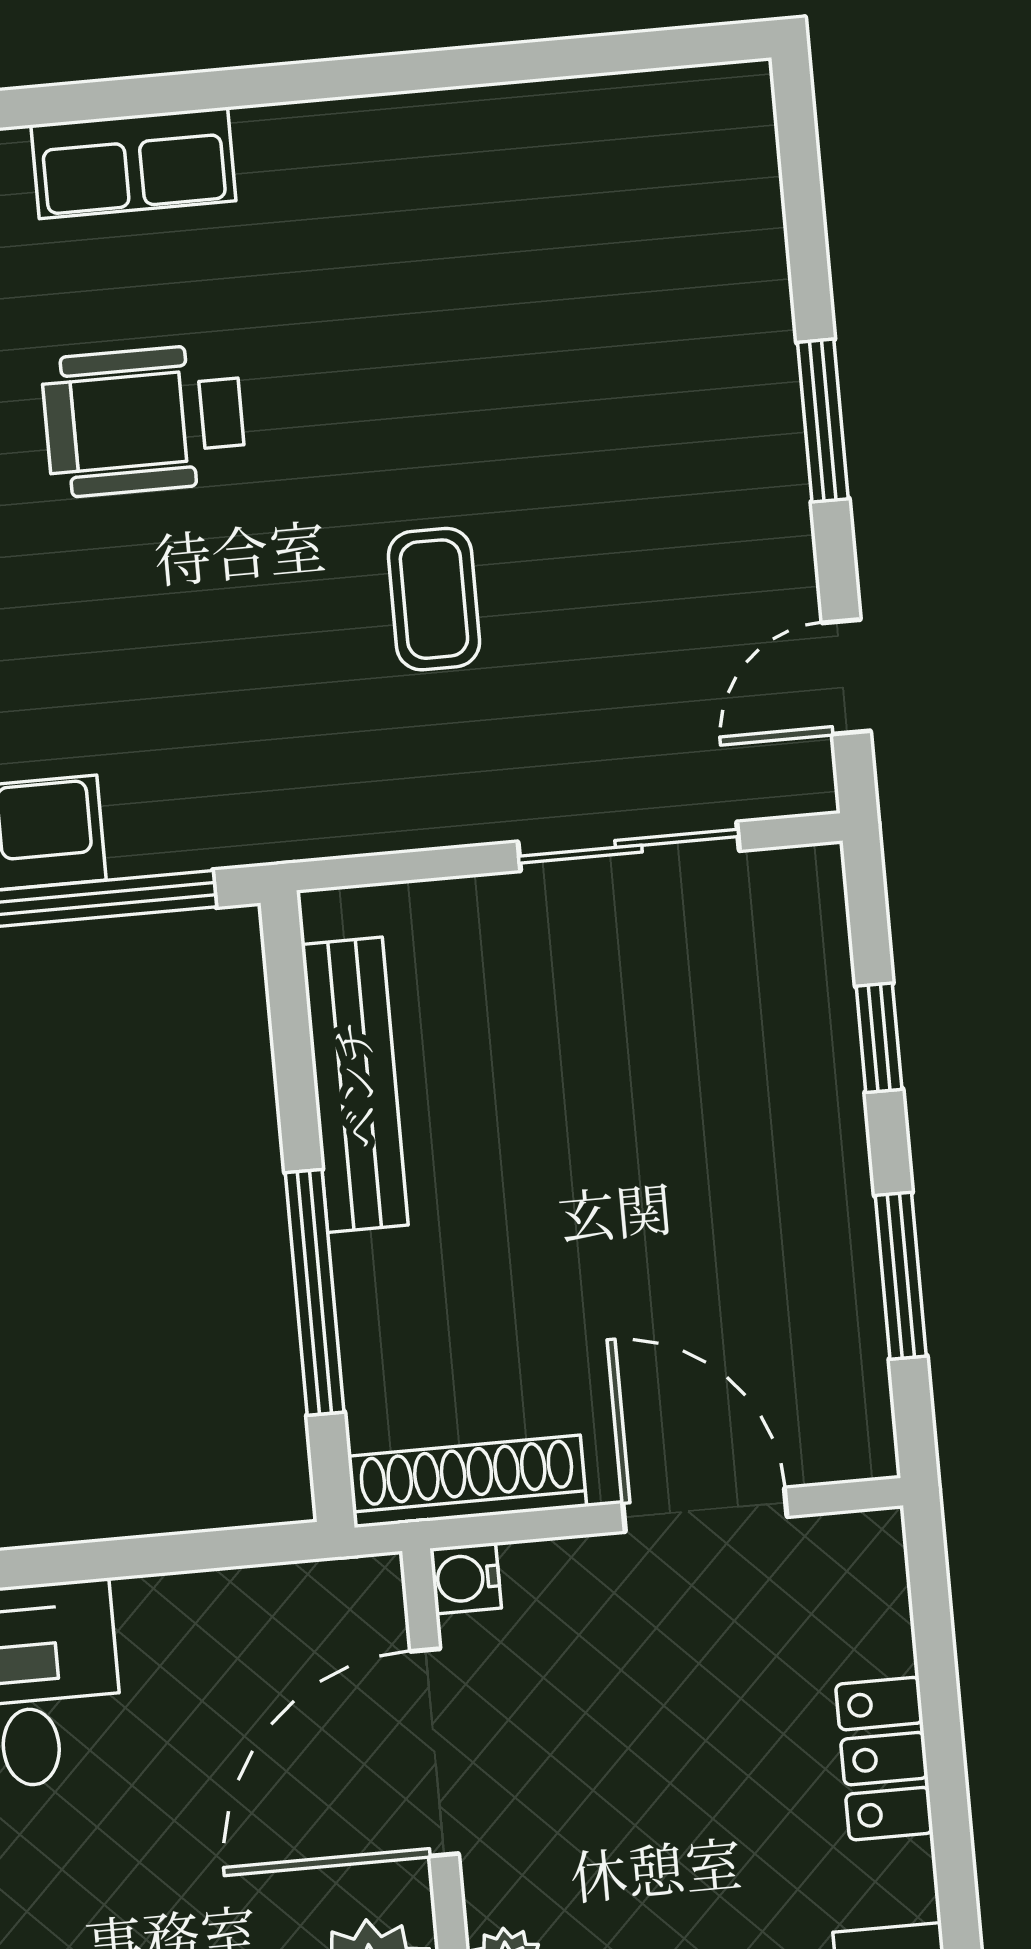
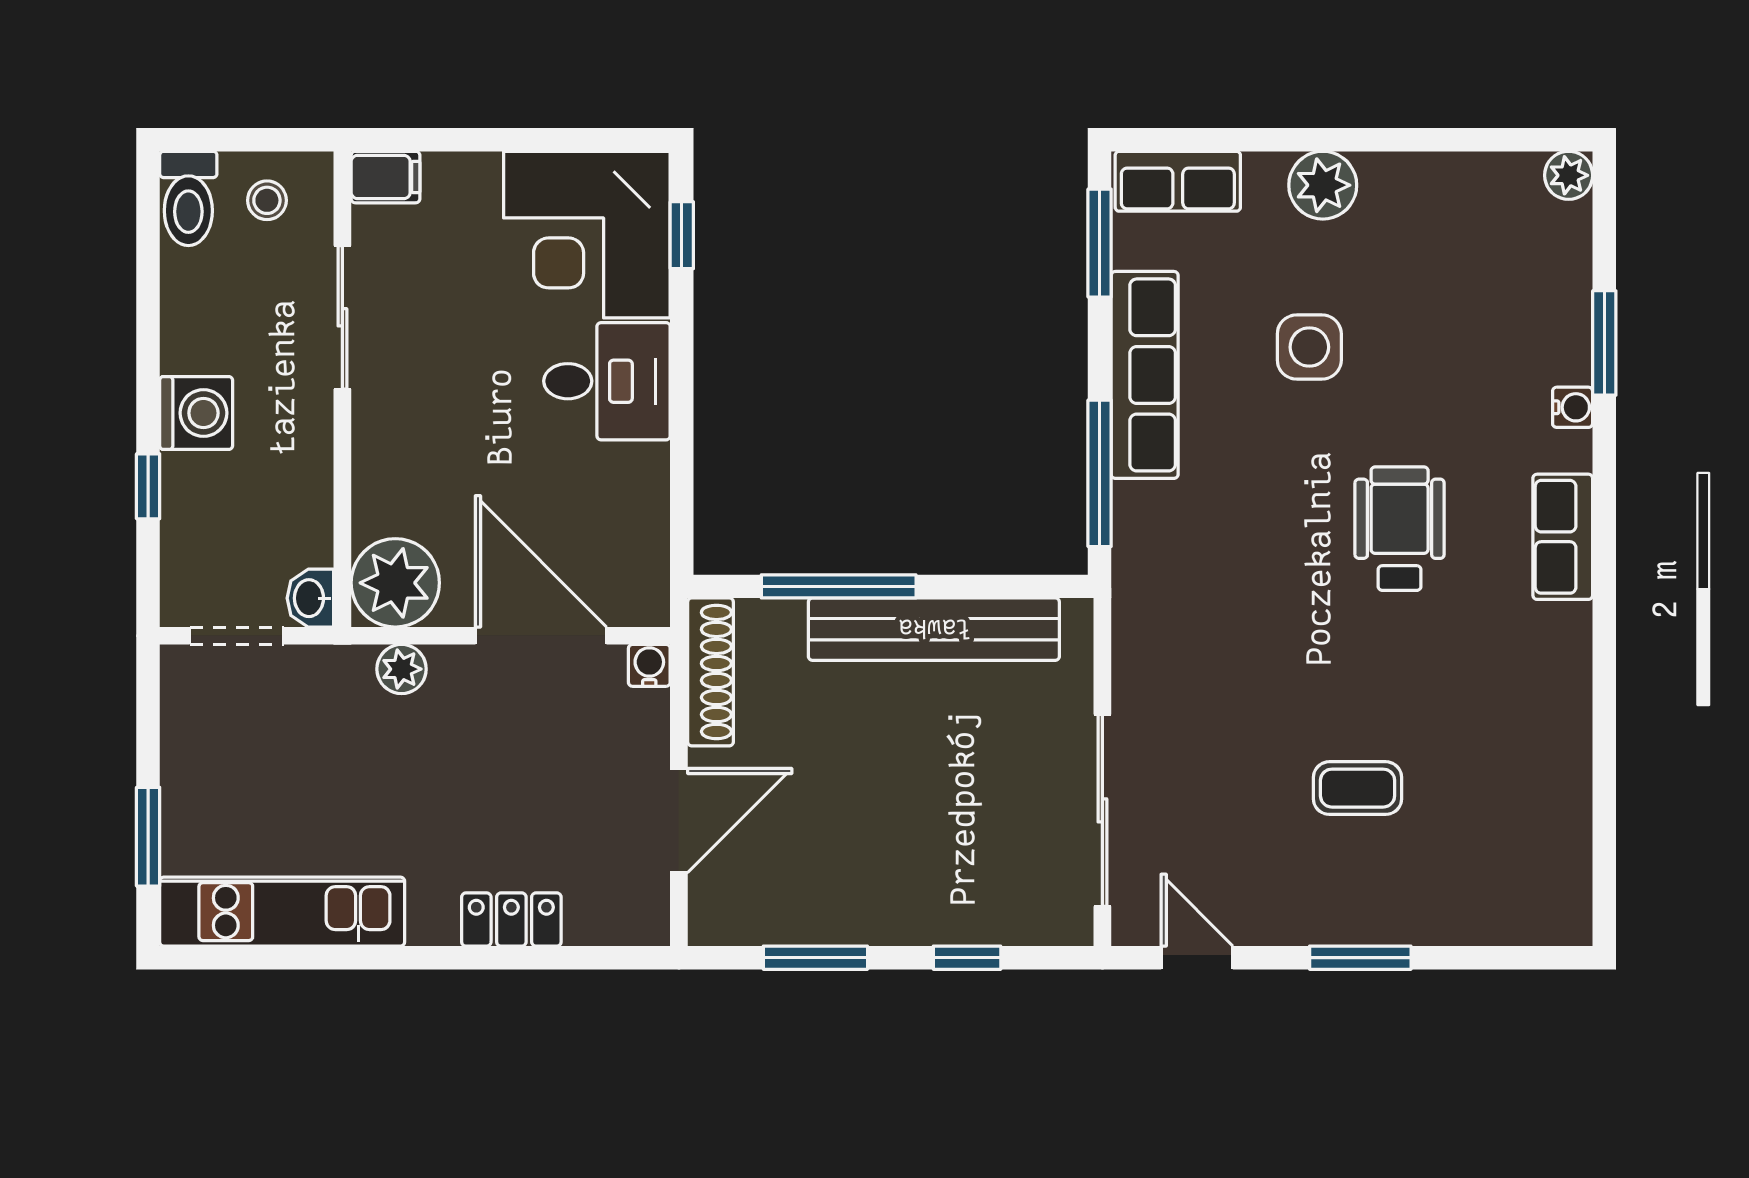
coffee table: (434, 599) -> (1358, 788), moved
sliding door: (629, 846) -> (1102, 810), width x1.37
bench: (355, 1085) -> (934, 629), width x1.37, depth x1.21

